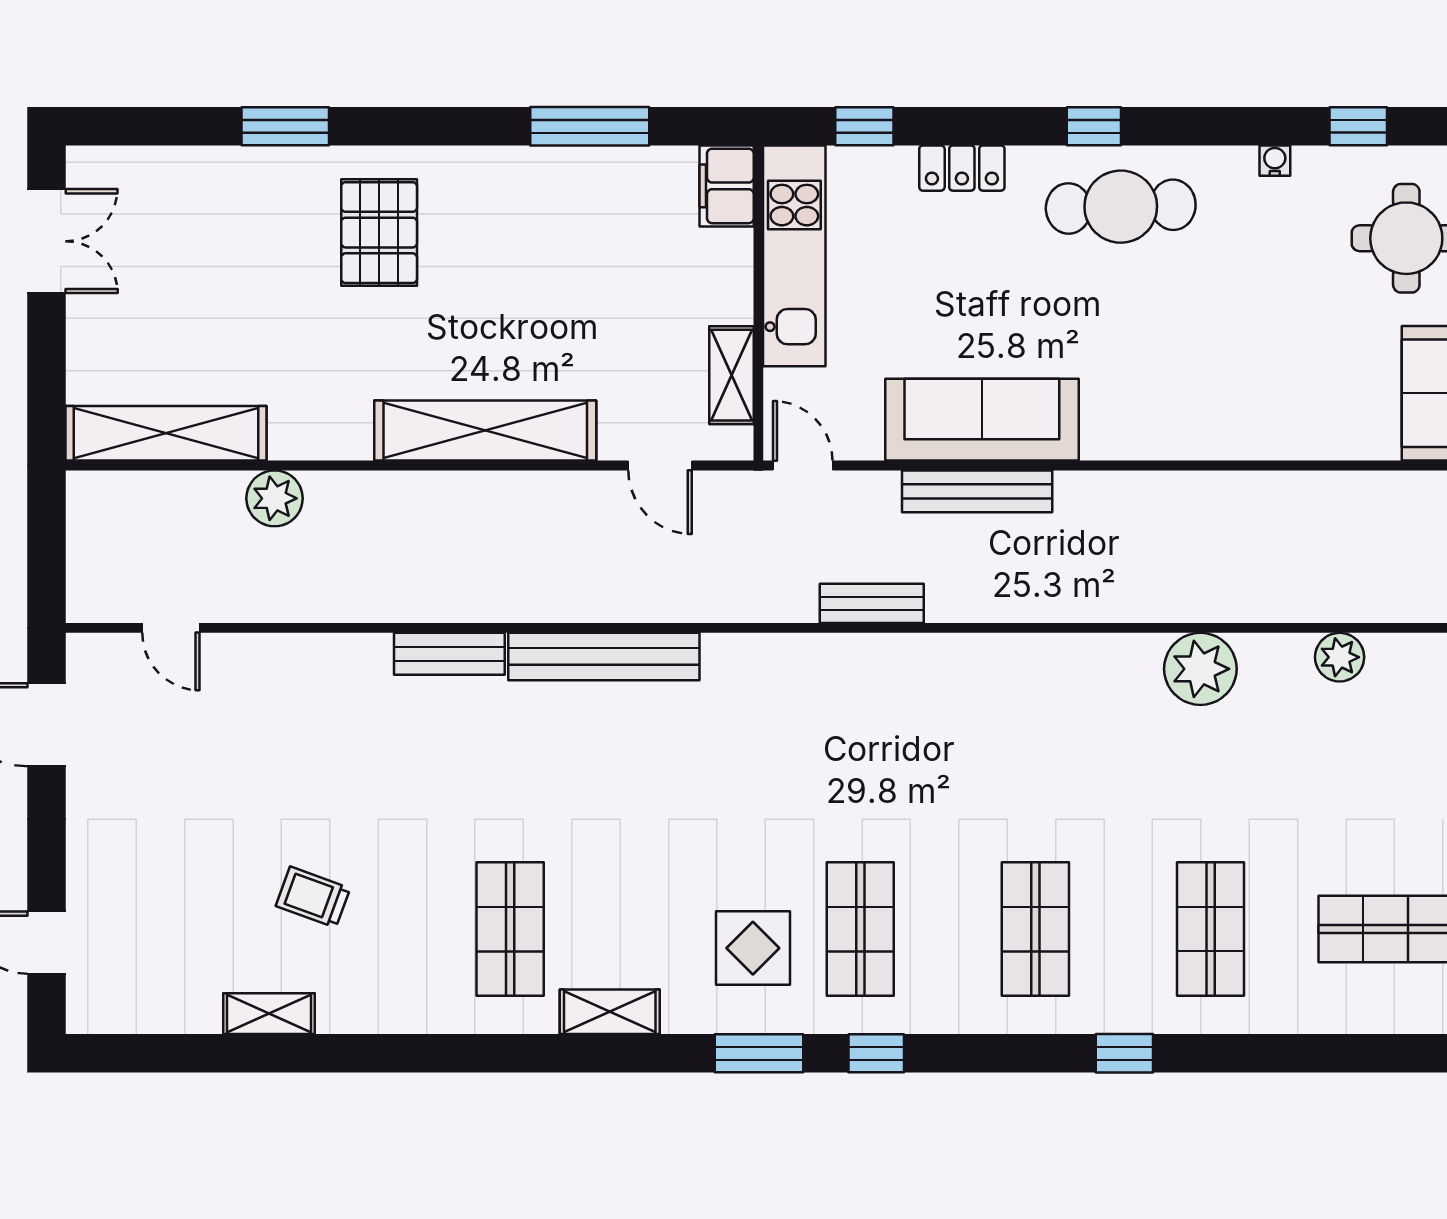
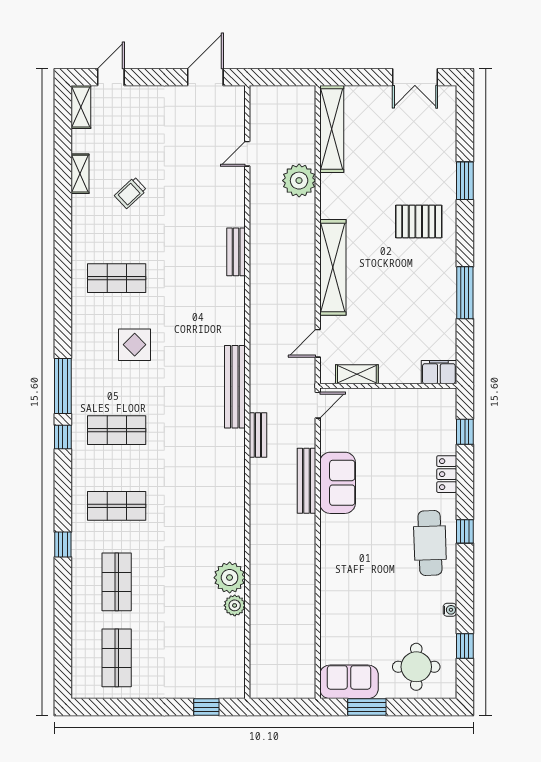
window: (590, 126) -> (465, 293), moved
kitchen unit: (794, 256) -> (409, 401), removed
sofa: (982, 420) -> (338, 483), width x0.73
plant: (275, 498) -> (299, 181), width x1.36, depth x1.36
door: (171, 628) -> (247, 154), moved
bench: (604, 657) -> (235, 387), moved
plant: (1340, 657) -> (235, 605), moved
trolley: (313, 897) -> (131, 193), turned -153
shop shelf: (1211, 929) -> (117, 582), turned 90
display table: (753, 948) -> (135, 345), moved
shelving: (610, 1012) -> (81, 107), moved
window: (759, 1053) -> (63, 386), width x1.44

